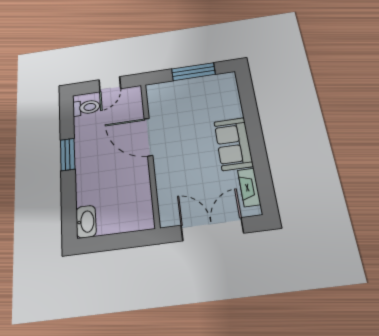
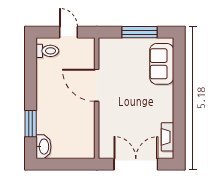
door: (110, 84) -> (68, 32), swing flipped
sofa: (233, 144) -> (162, 64), moved
window: (68, 154) -> (31, 124), moved

